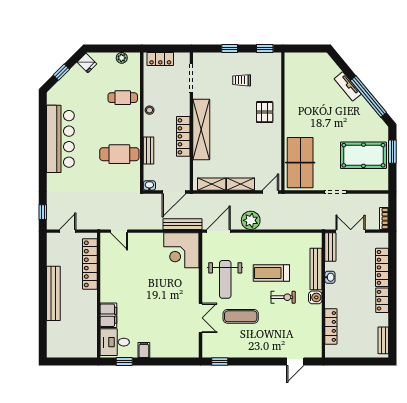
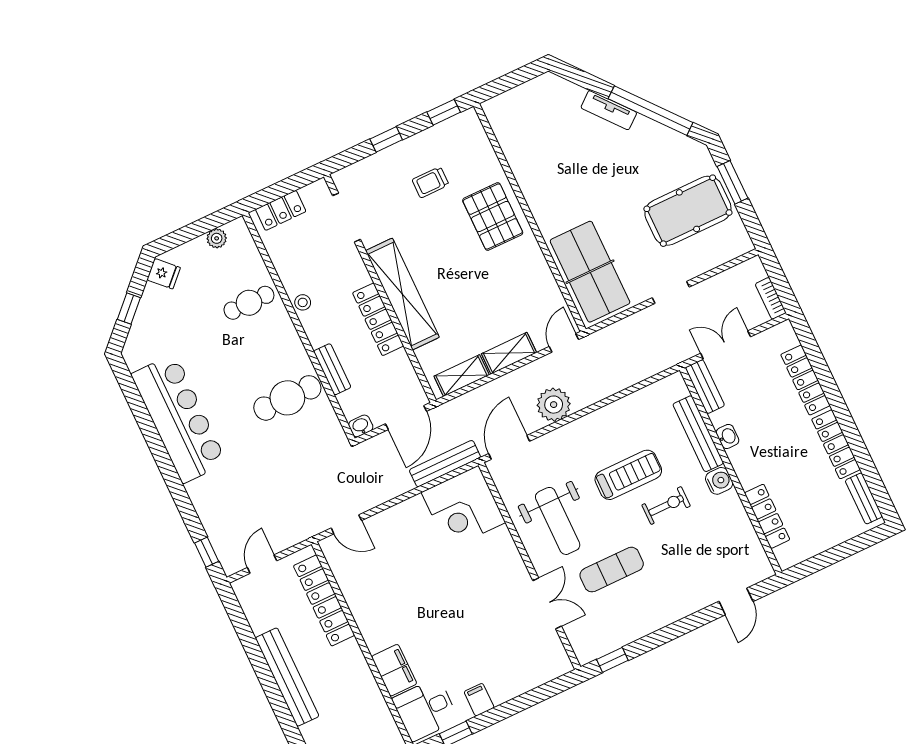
pallet: (265, 112) -> (493, 217), width x1.50, depth x1.42
treadmill: (271, 273) -> (628, 475), turned 180
locker: (382, 300) -> (836, 444), width x1.53

